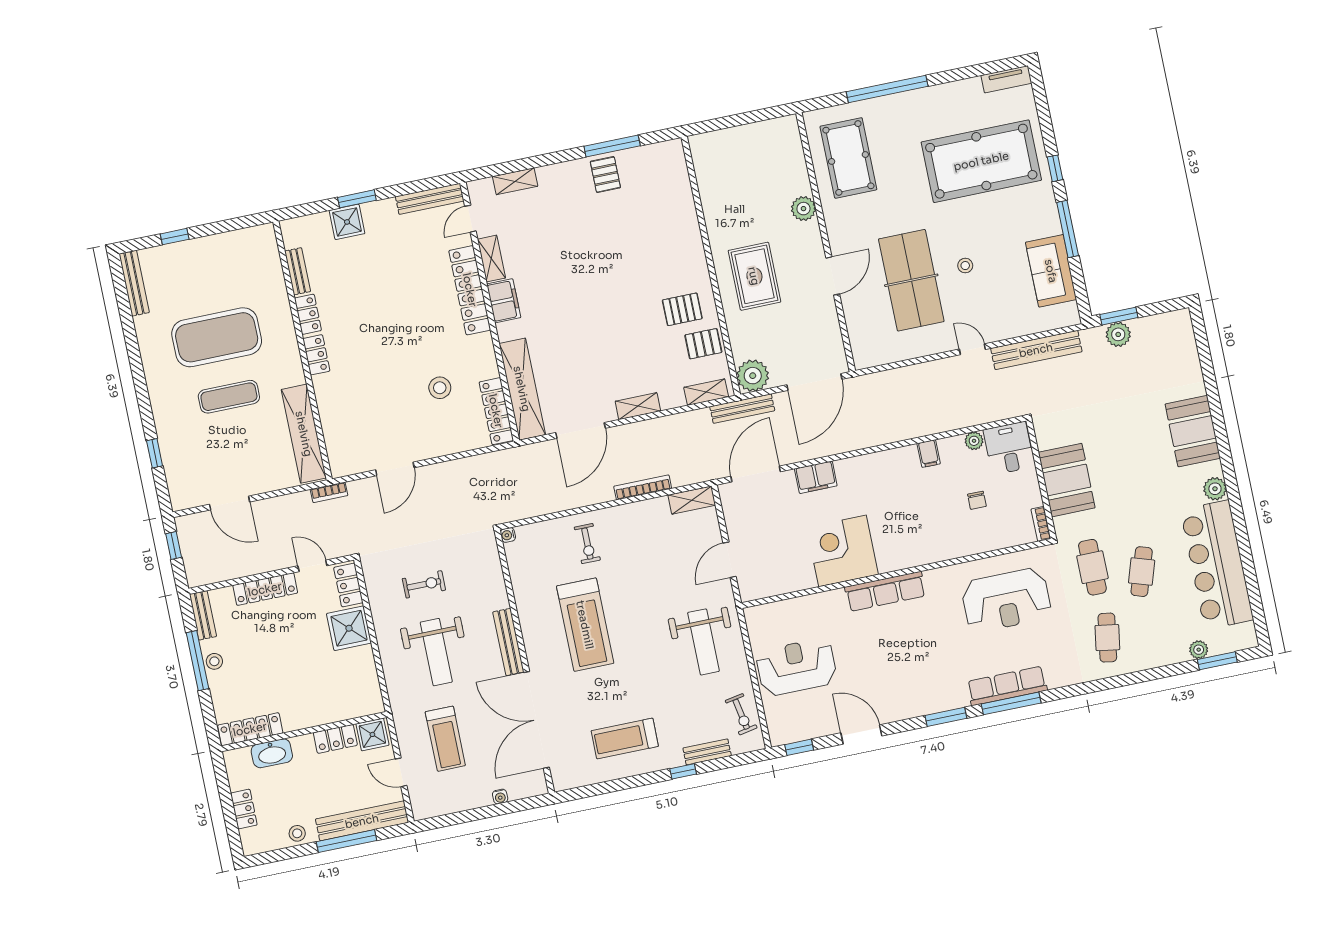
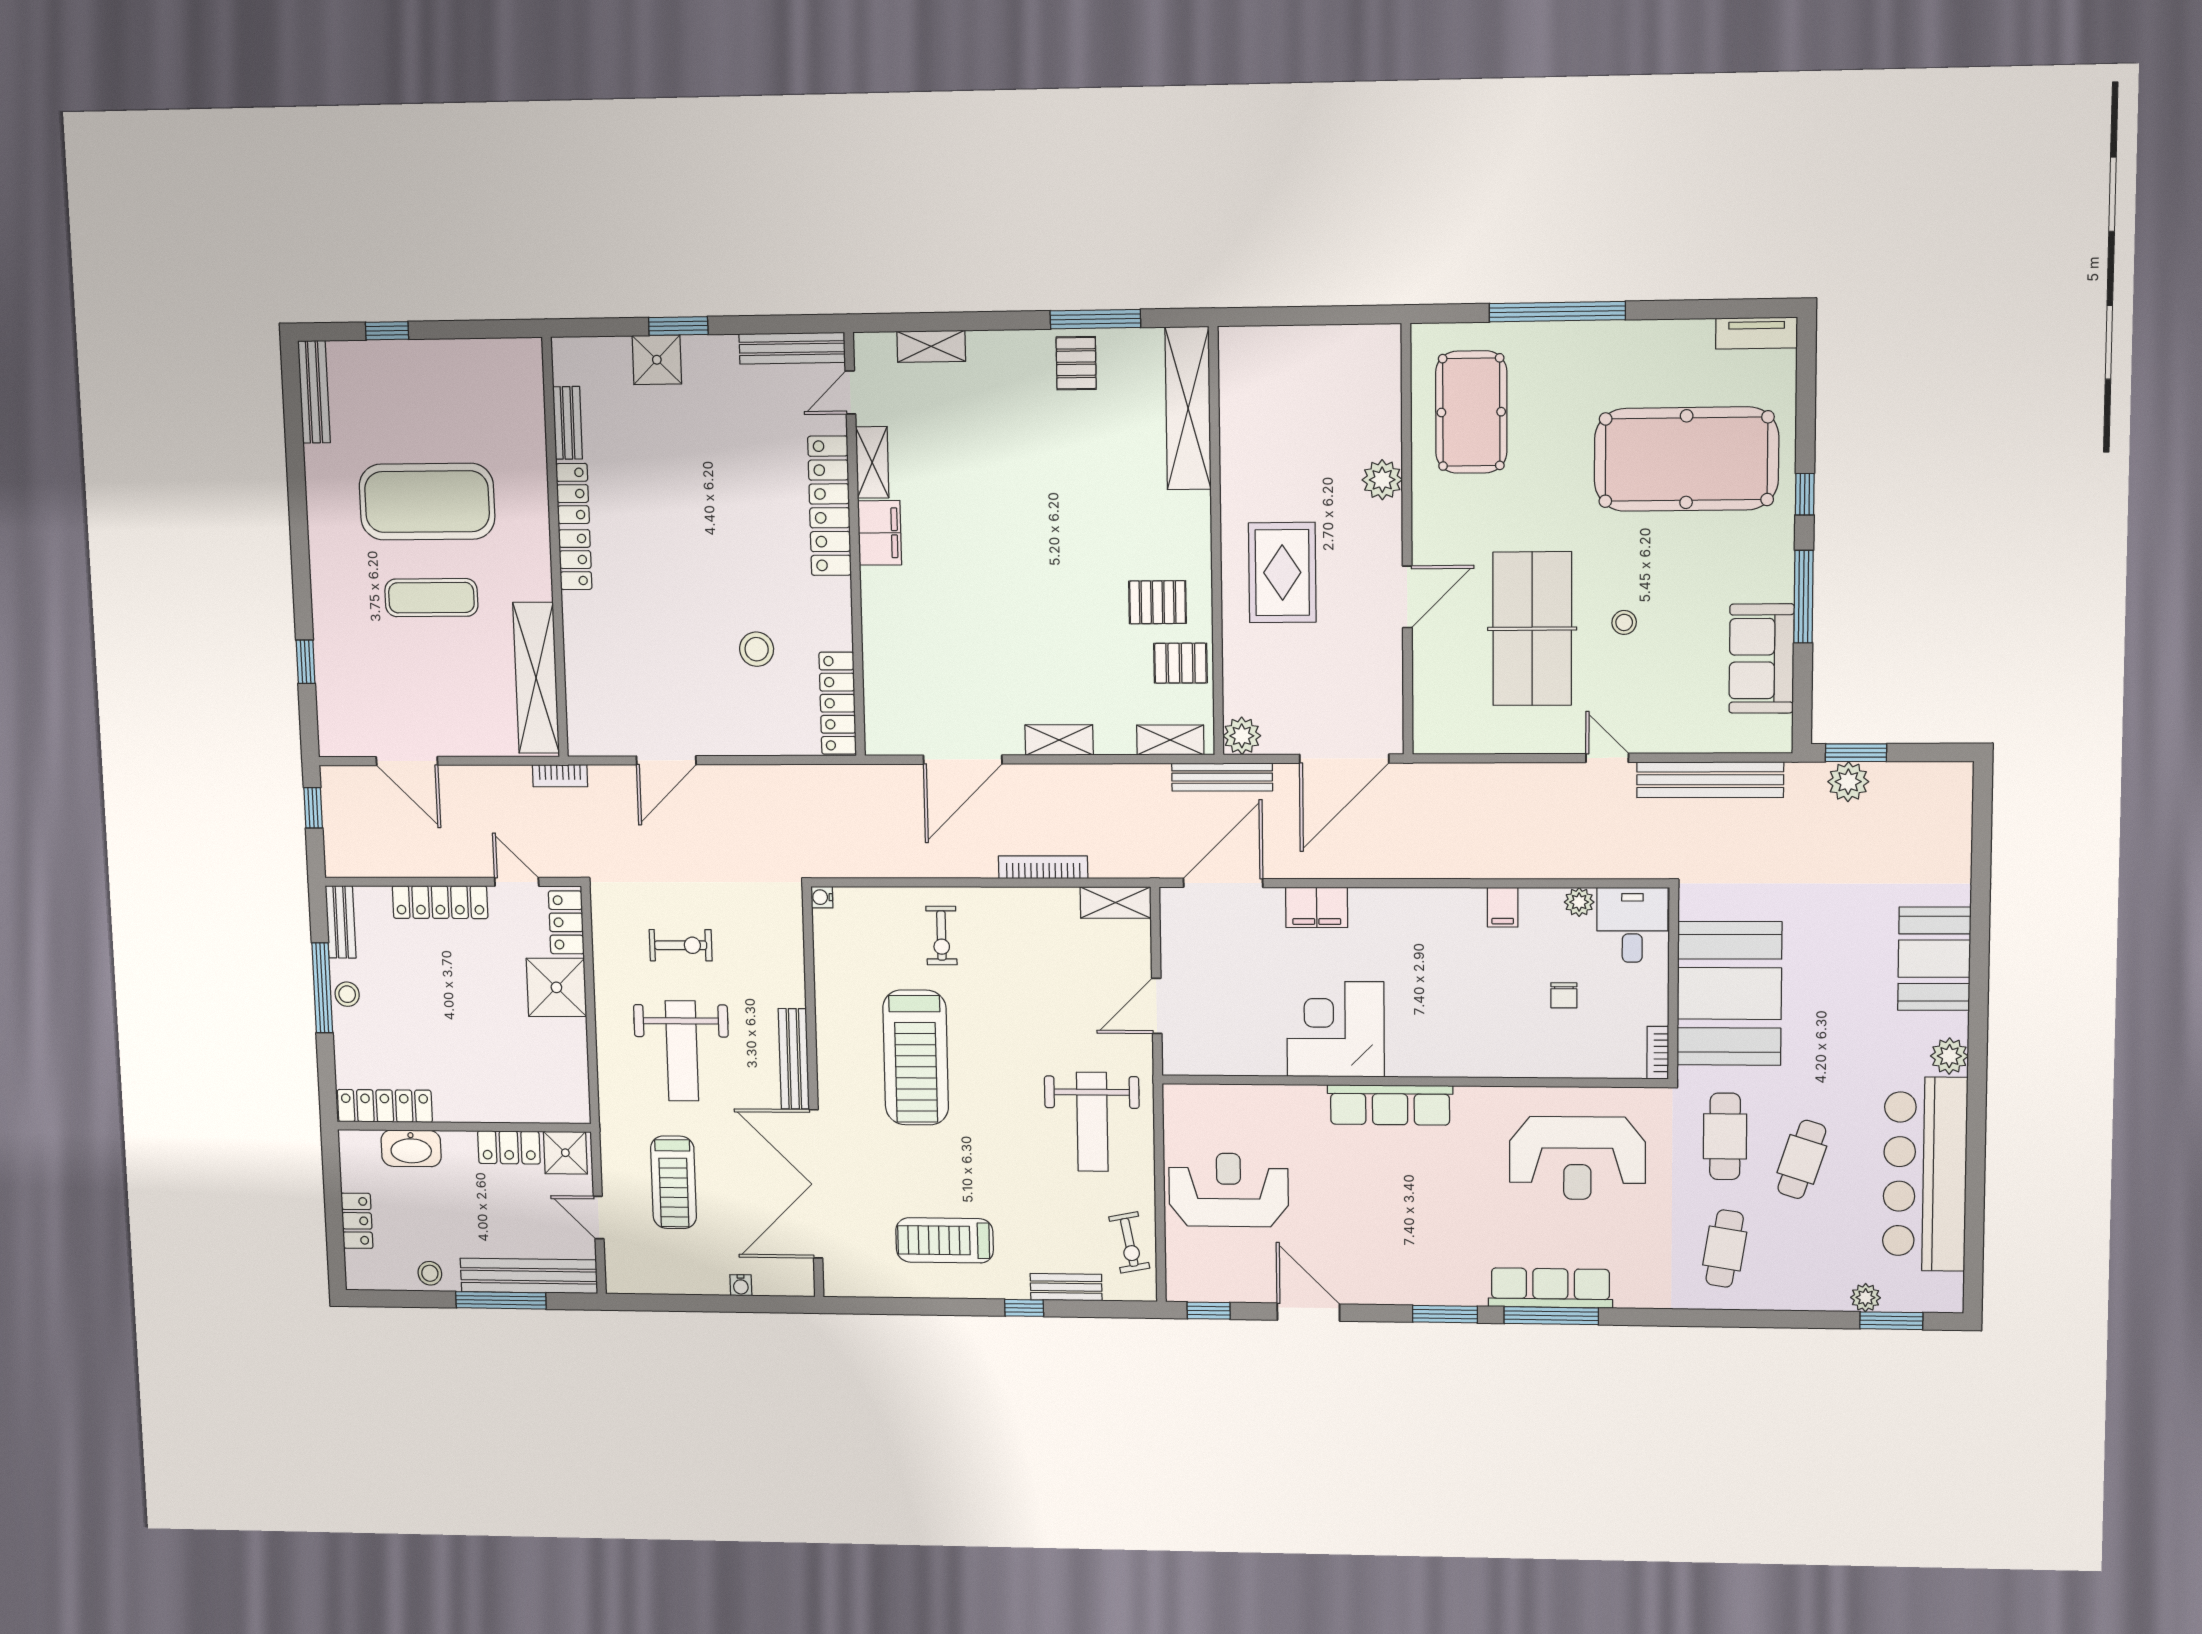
plant: (753, 376) -> (1242, 736), width x0.73, depth x0.73
shelving: (522, 389) -> (1188, 408), moved
booth: (1067, 480) -> (1729, 993), width x1.36, depth x1.42

